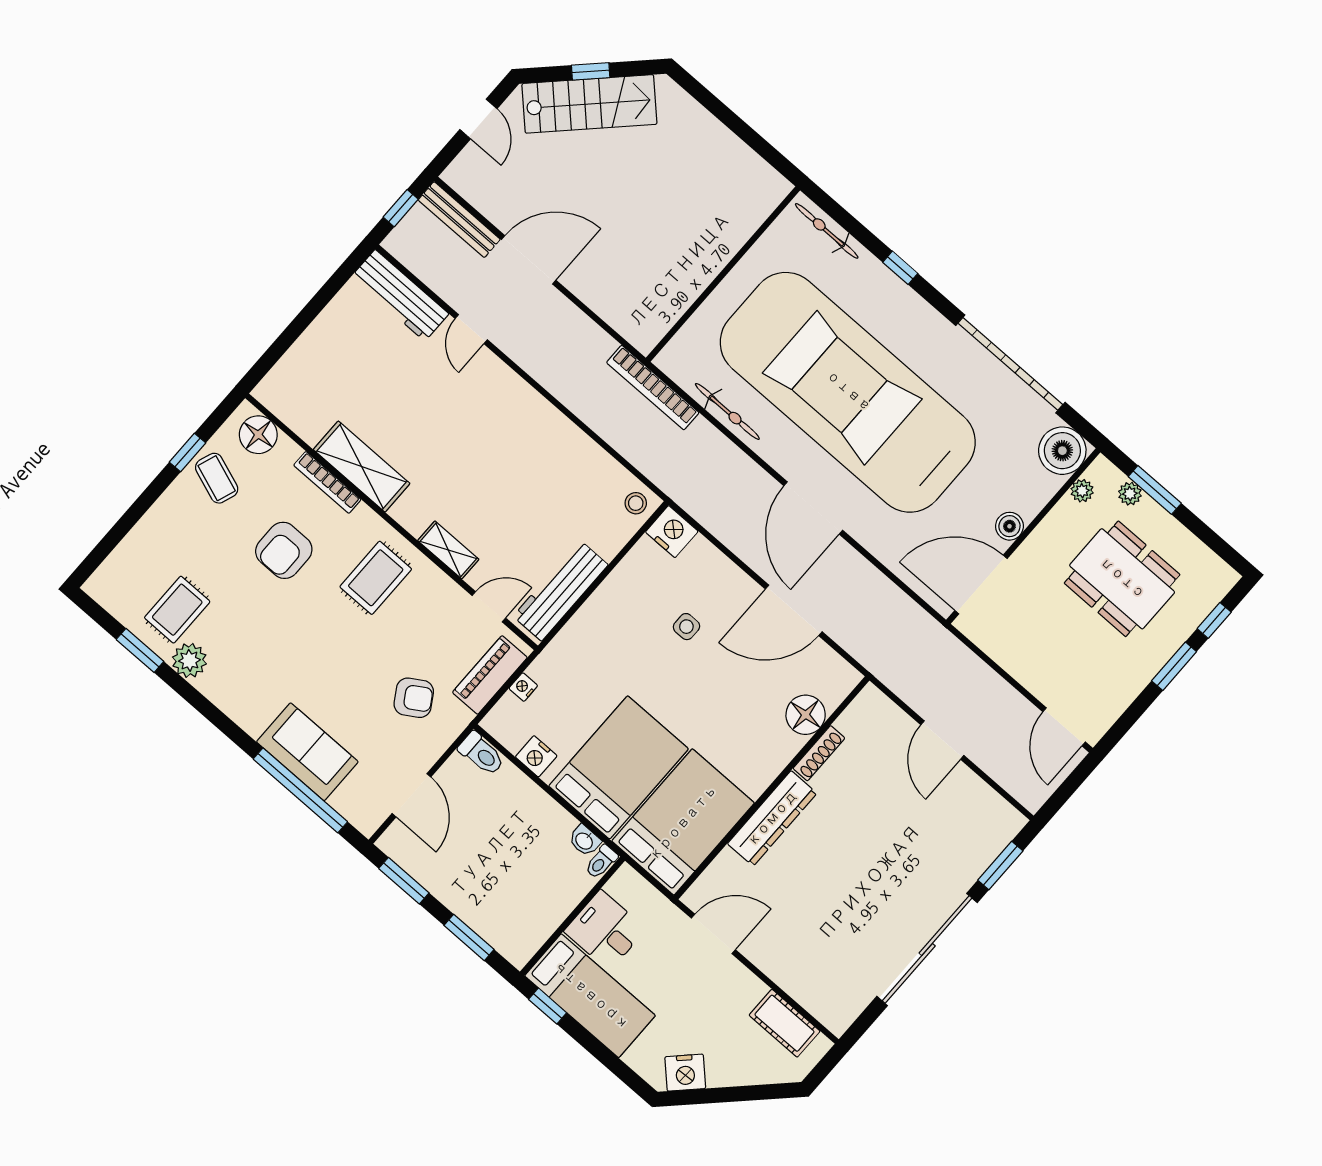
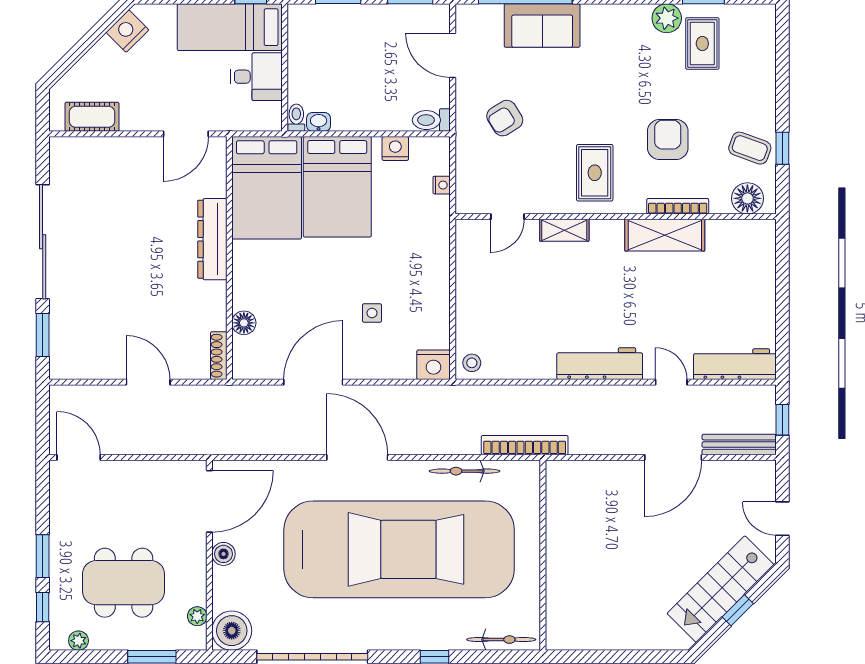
plant: (1130, 494) -> (78, 641), moved
workbench: (561, 591) -> (600, 364), moved, turned -90
piano: (490, 675) -> (469, 174), removed
floor lamp: (806, 715) -> (244, 323), width x0.73, depth x0.73
shoe rack: (819, 753) -> (219, 356), moved

